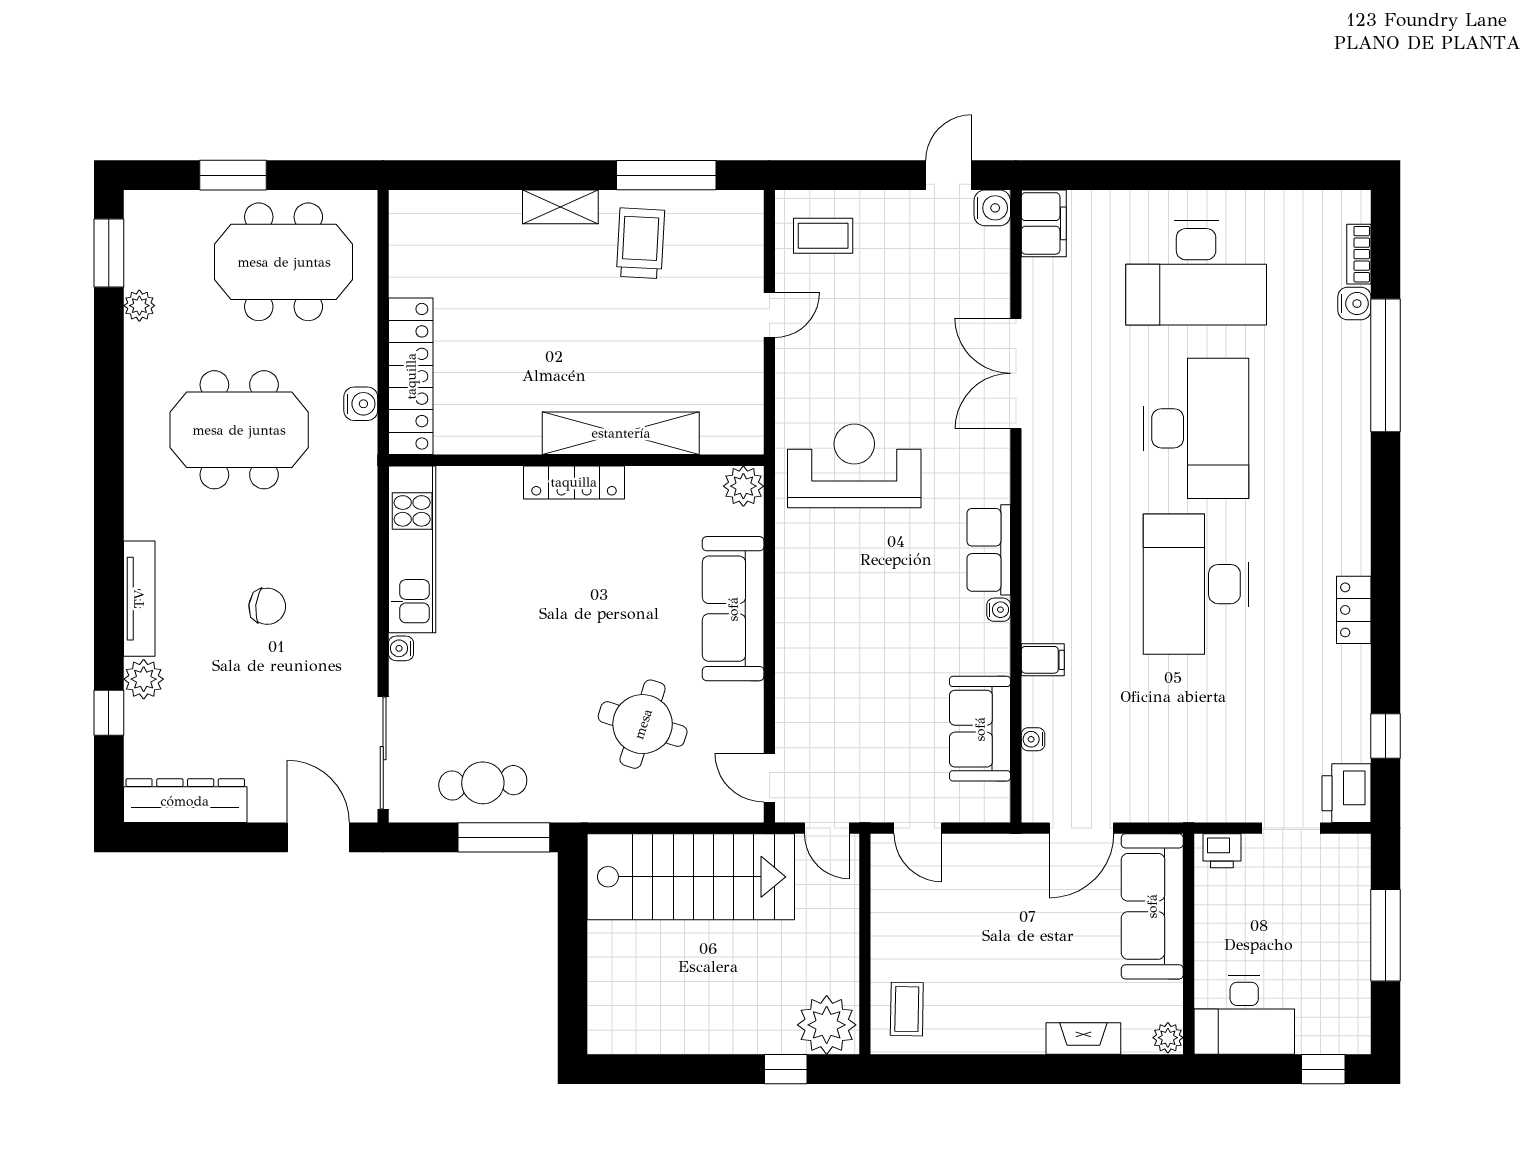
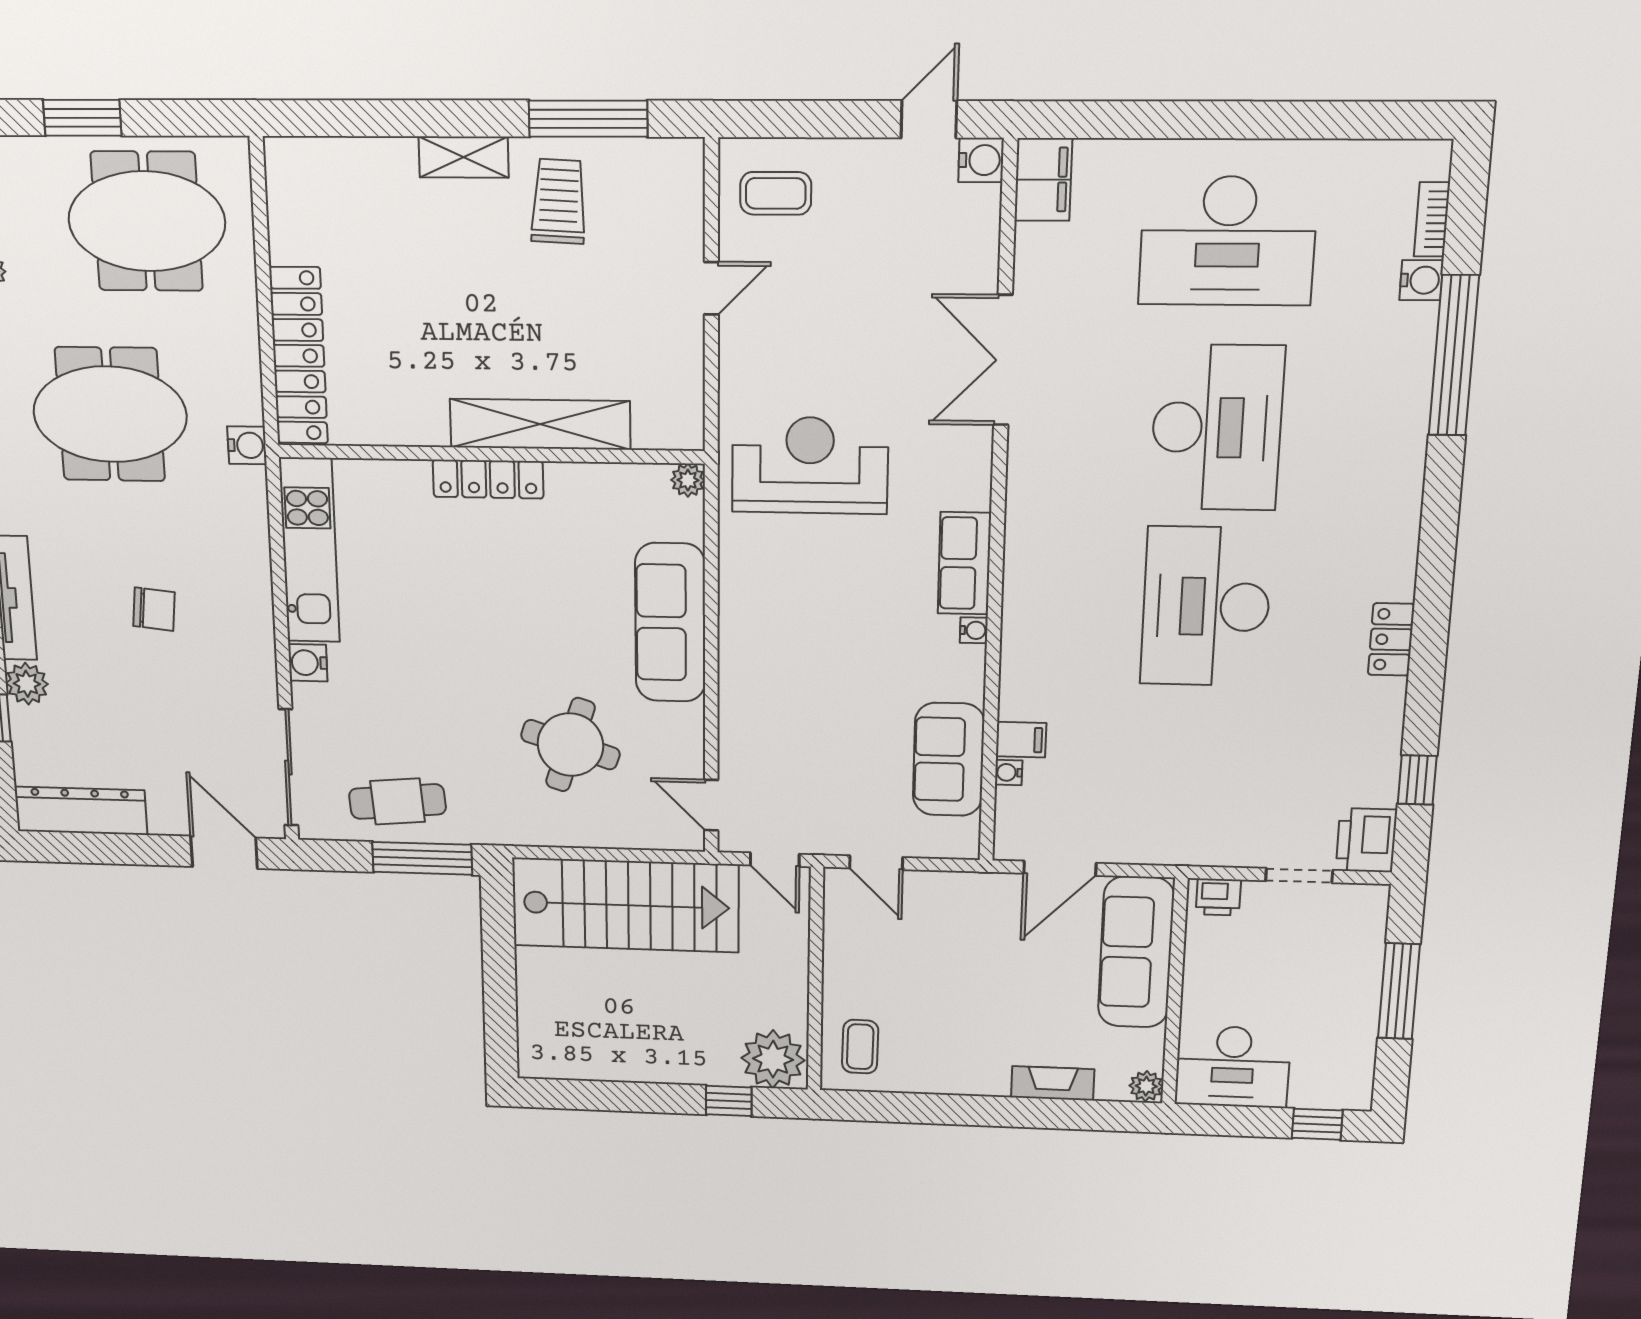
water cooler: (361, 404) -> (247, 445), moved
plant: (743, 486) -> (688, 480), width x0.73, depth x0.73
water cooler: (401, 648) -> (308, 663), width x1.38, depth x1.38
filing cabinet: (1043, 660) -> (1021, 740), moved

